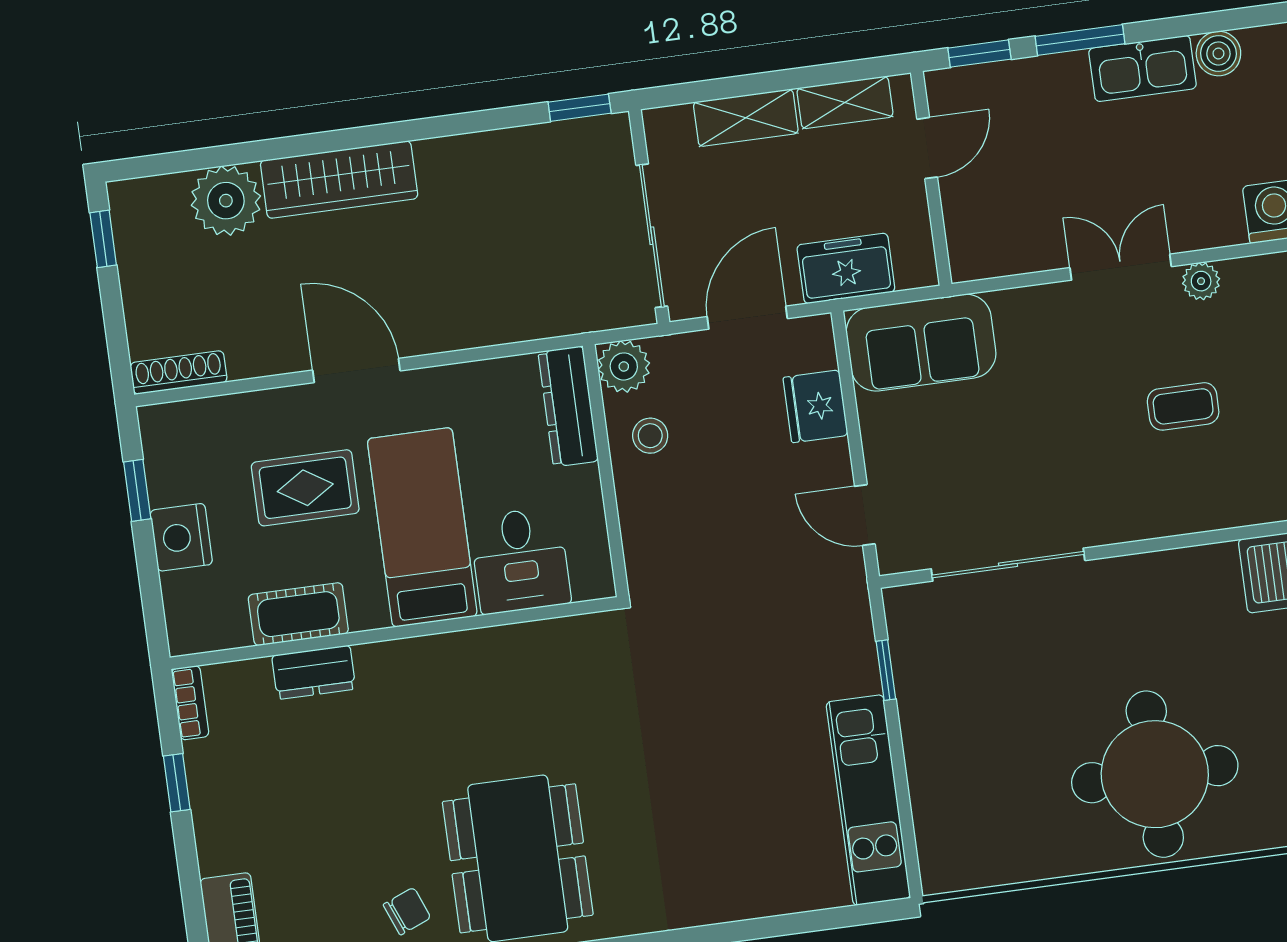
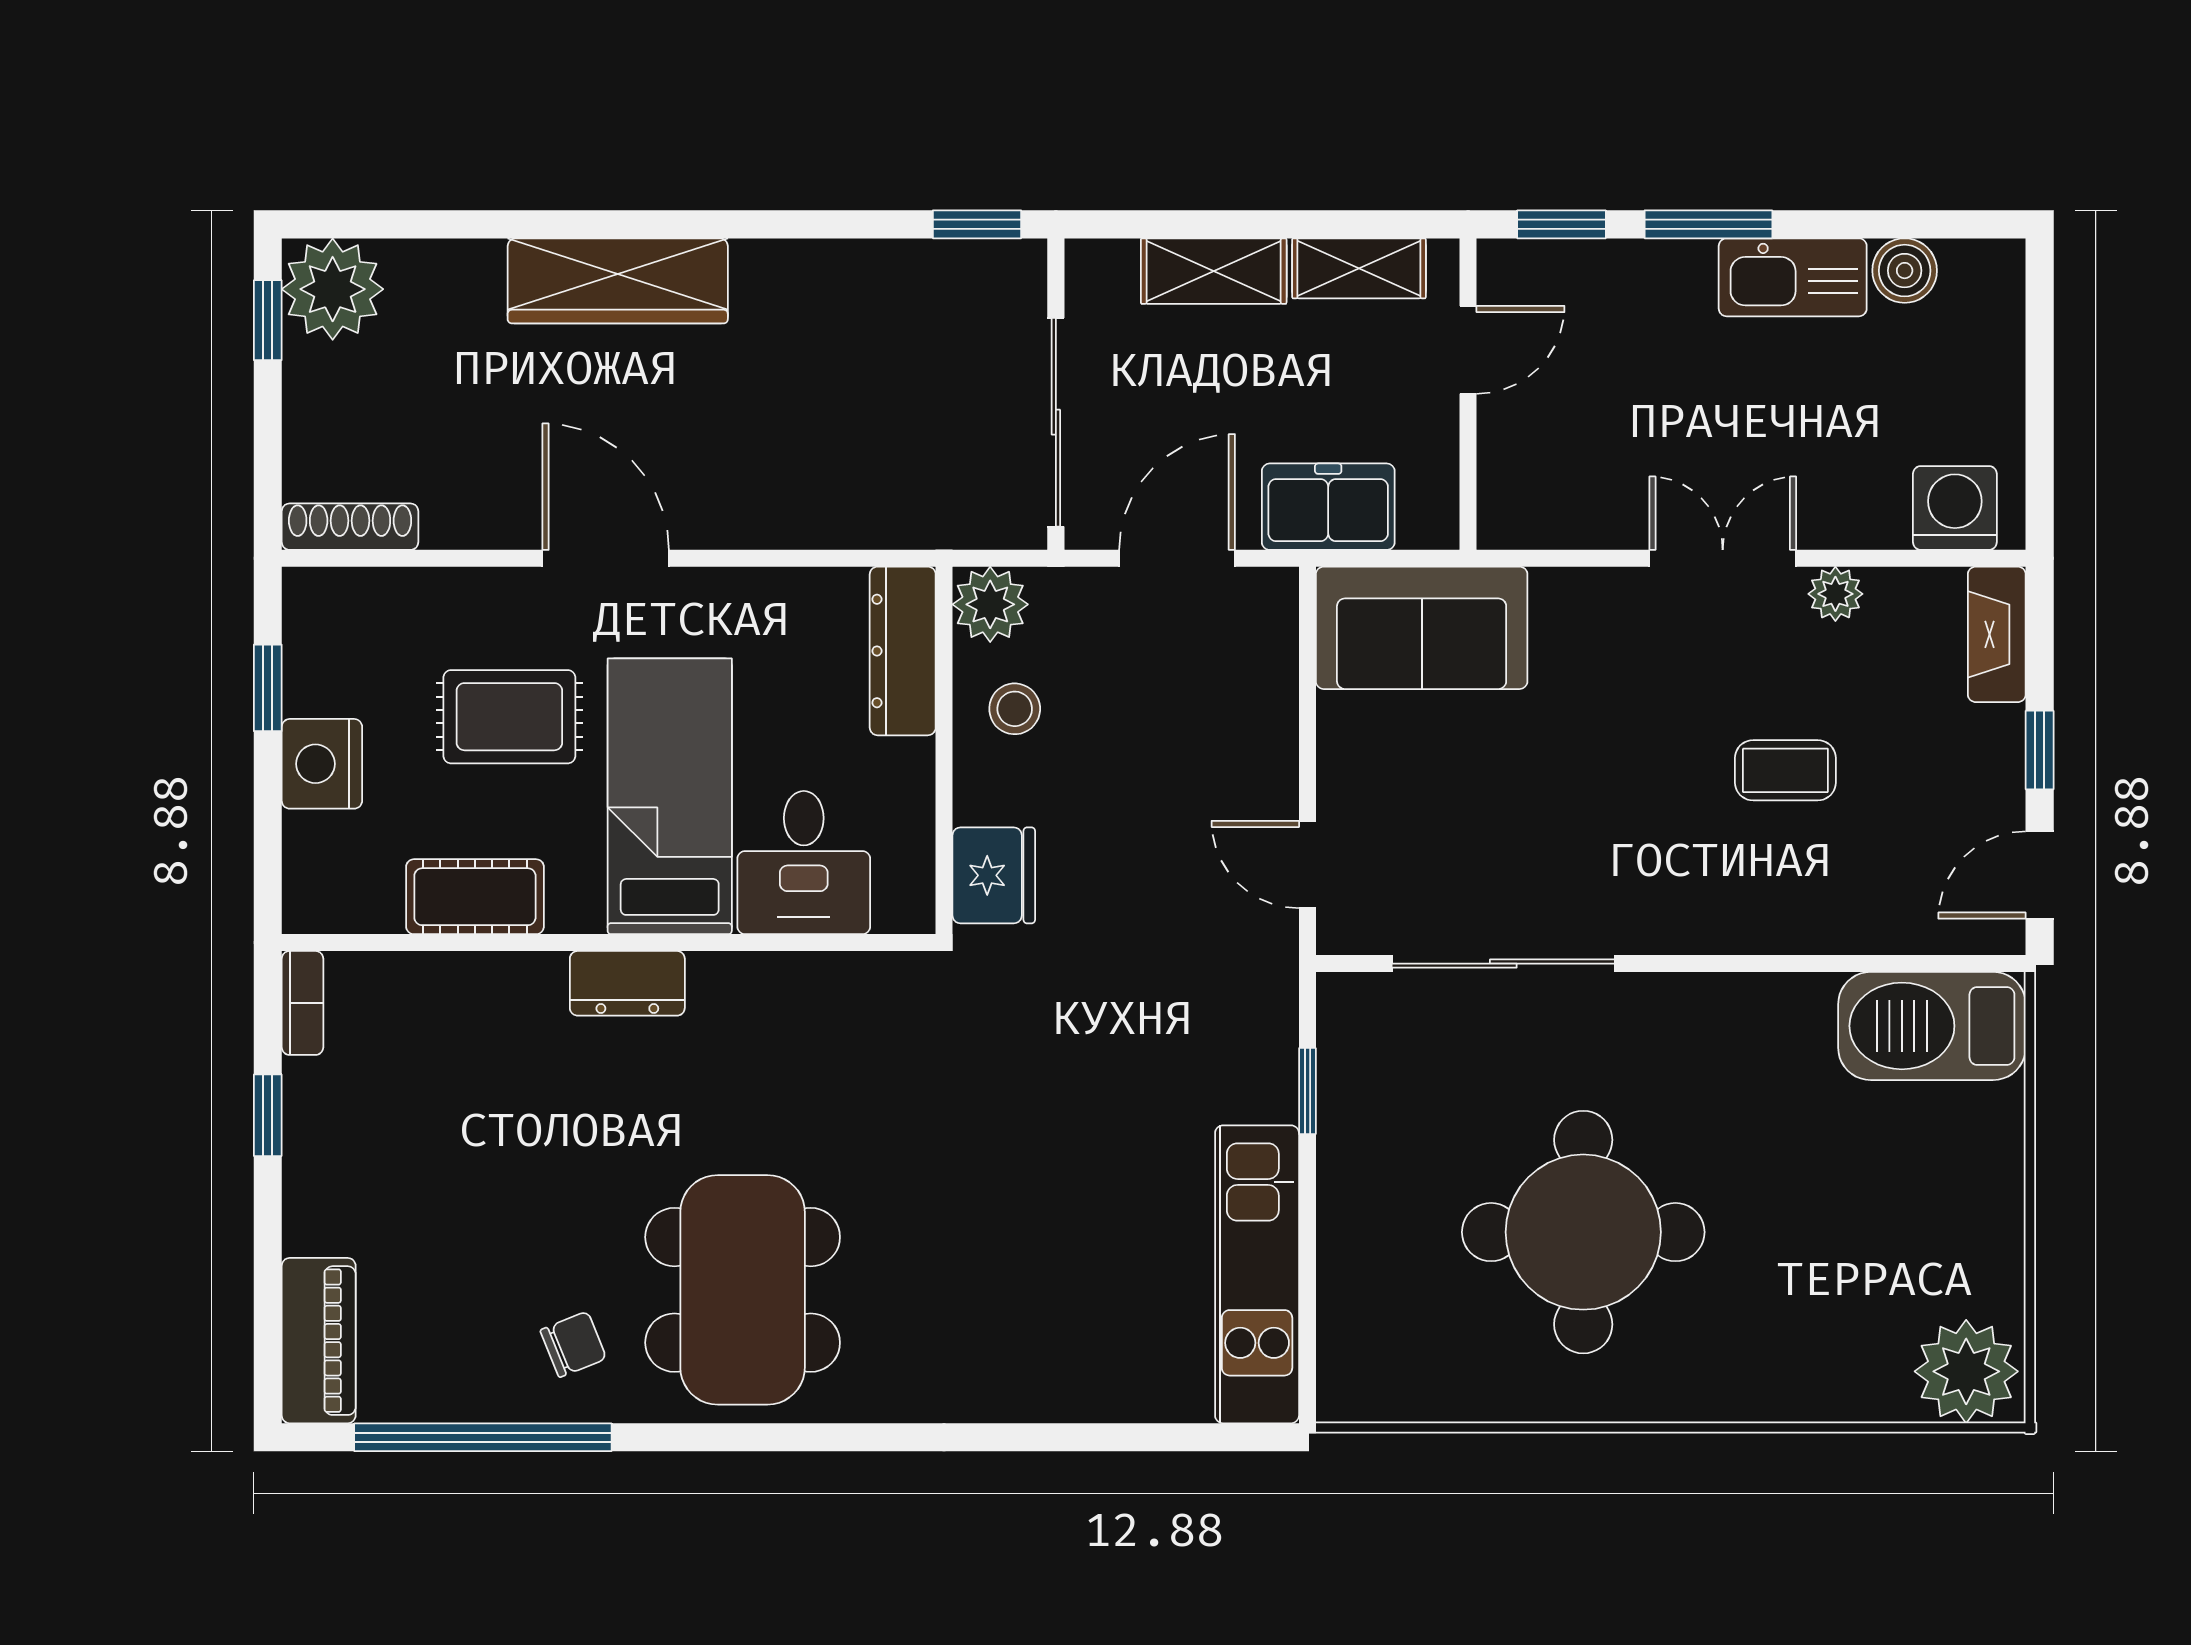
plant: (226, 201) -> (333, 289), moved
fridge: (816, 406) -> (994, 875), moved, turned 180
dresser: (314, 672) -> (627, 983), moved
round table: (1155, 774) -> (1583, 1232), moved

